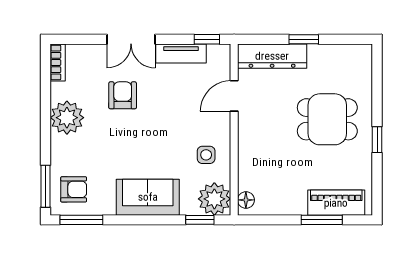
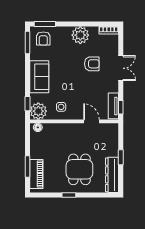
double door: (131, 39) -> (121, 68), swing flipped
tv unit: (181, 53) -> (113, 106), moved
dresser: (272, 56) -> (112, 175), moved

